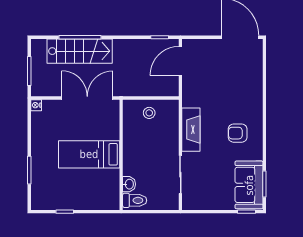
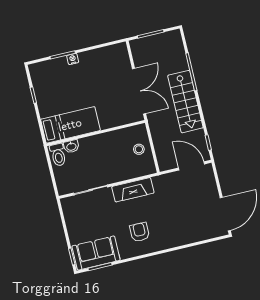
stairs: (80, 51) -> (185, 102), moved
nightstand: (36, 105) -> (73, 59), moved
bed: (89, 154) -> (70, 125), moved, turned 90

